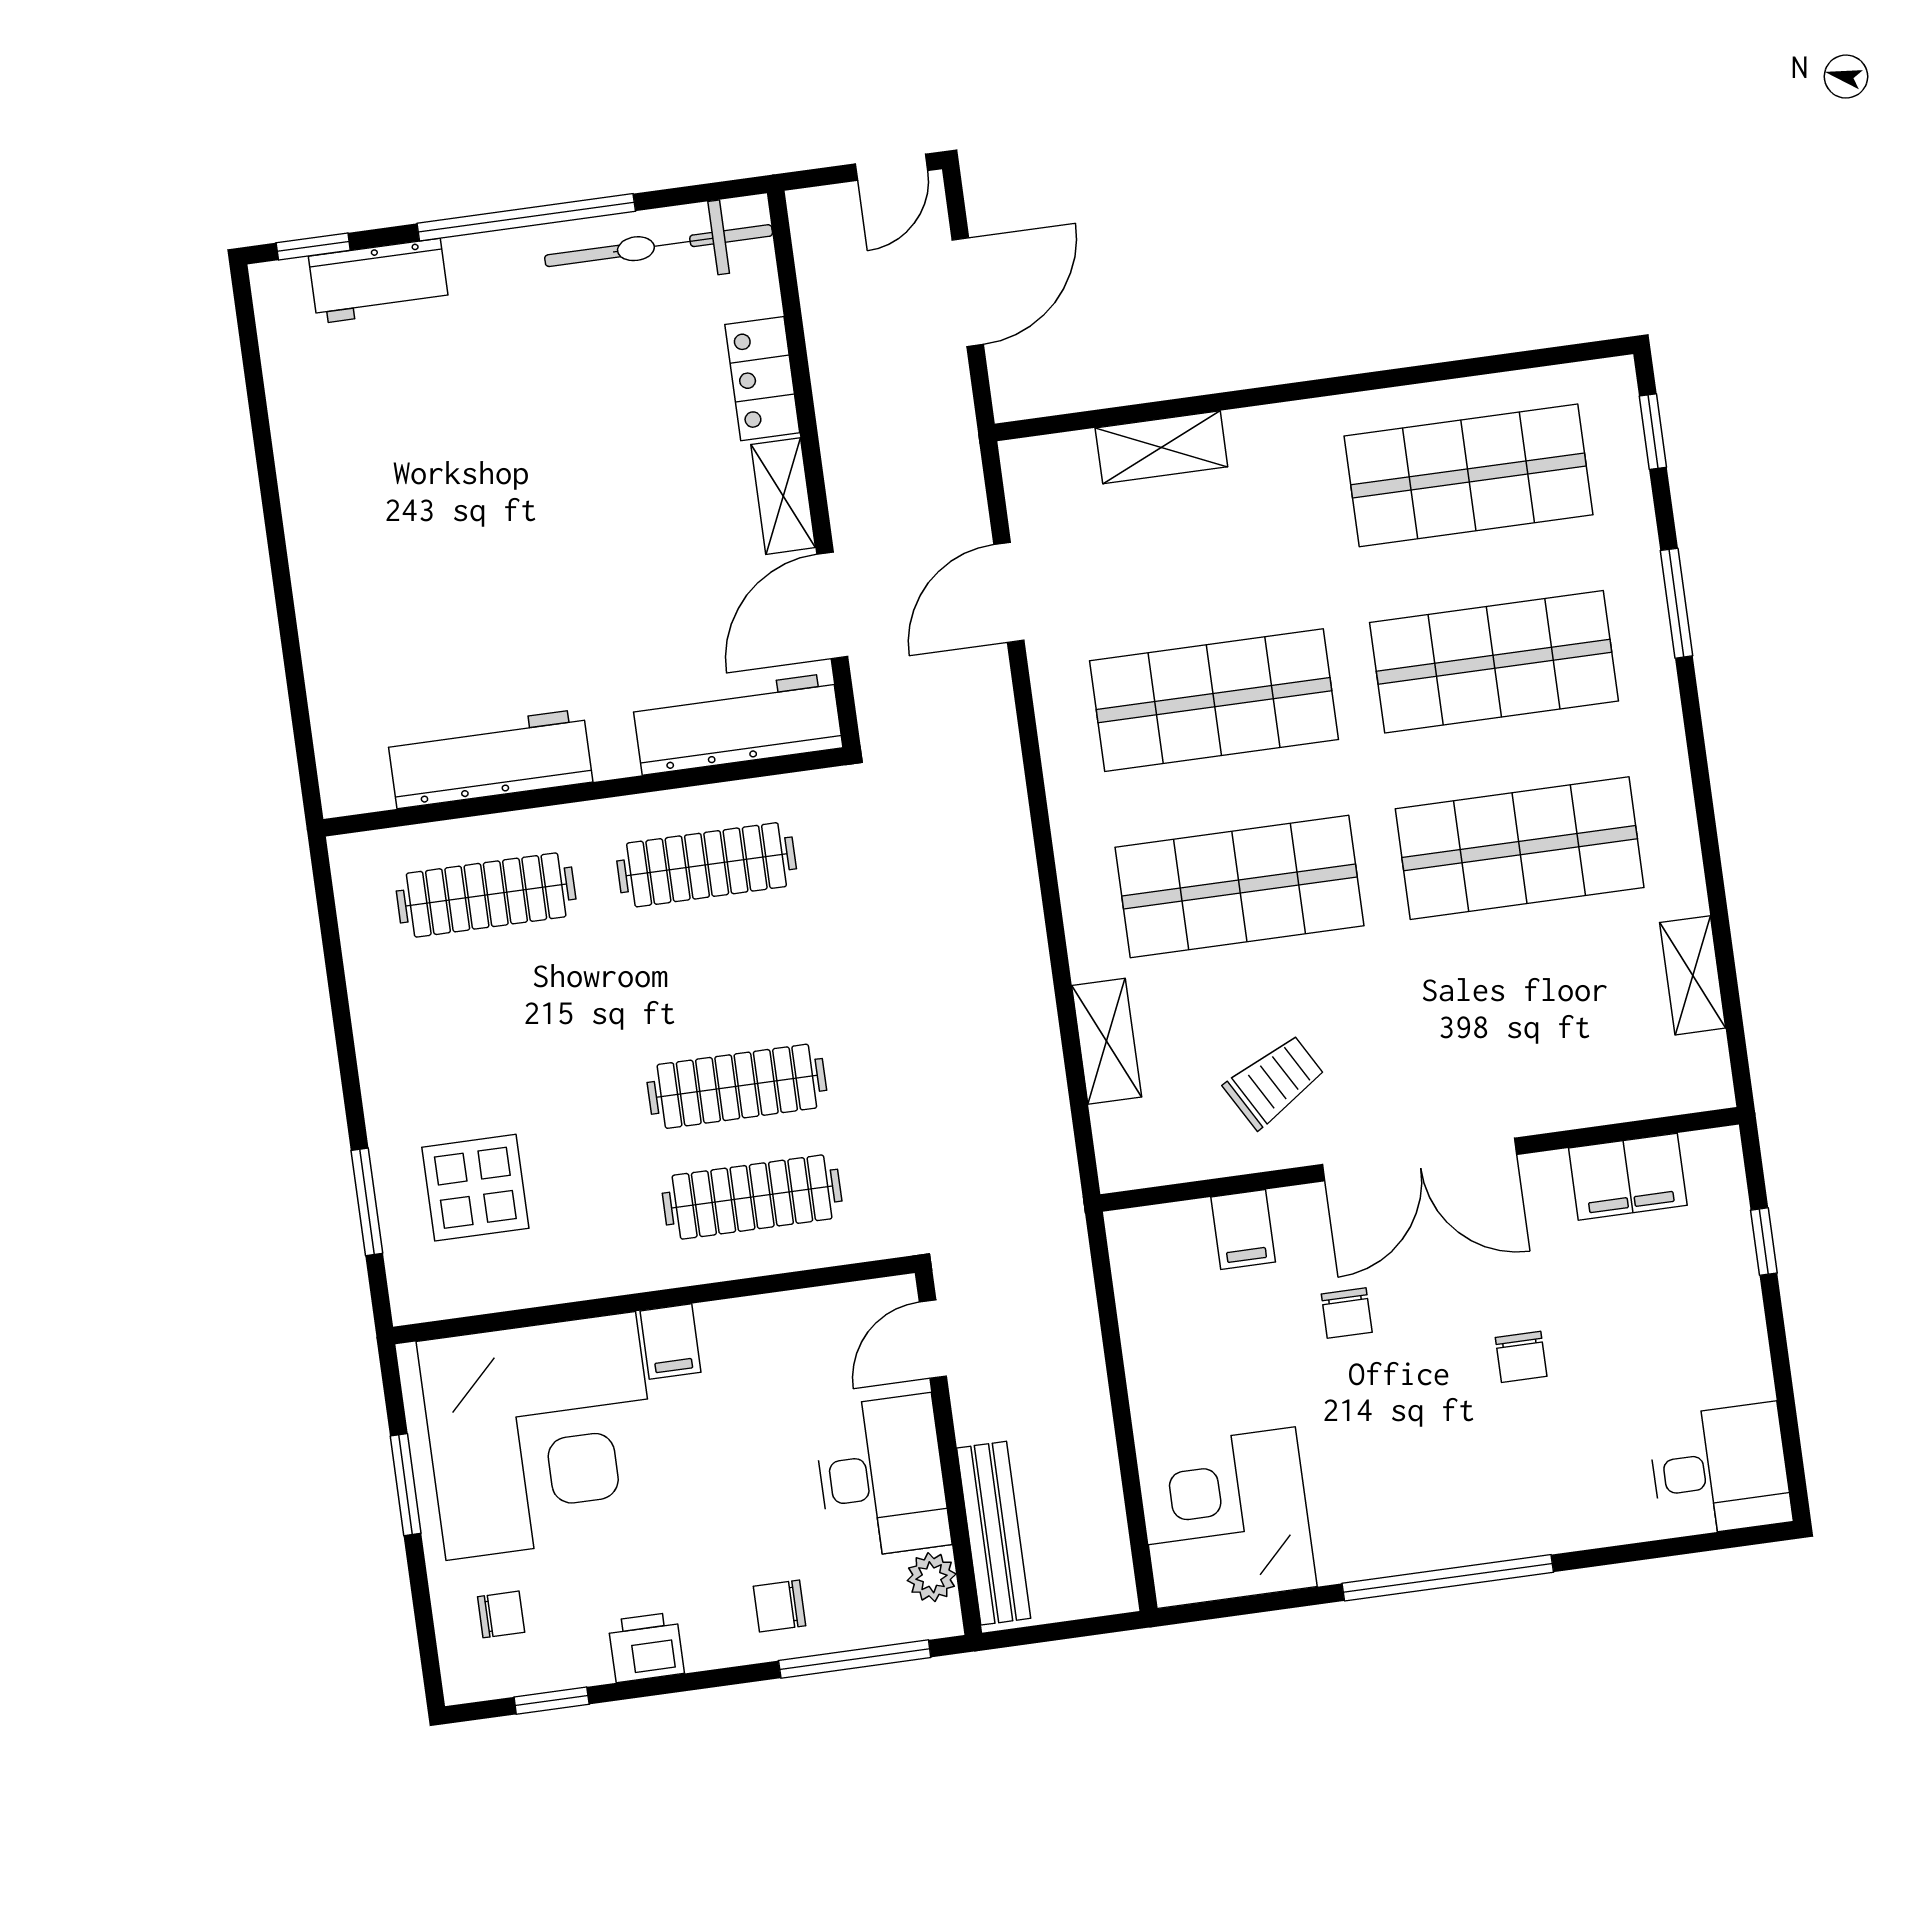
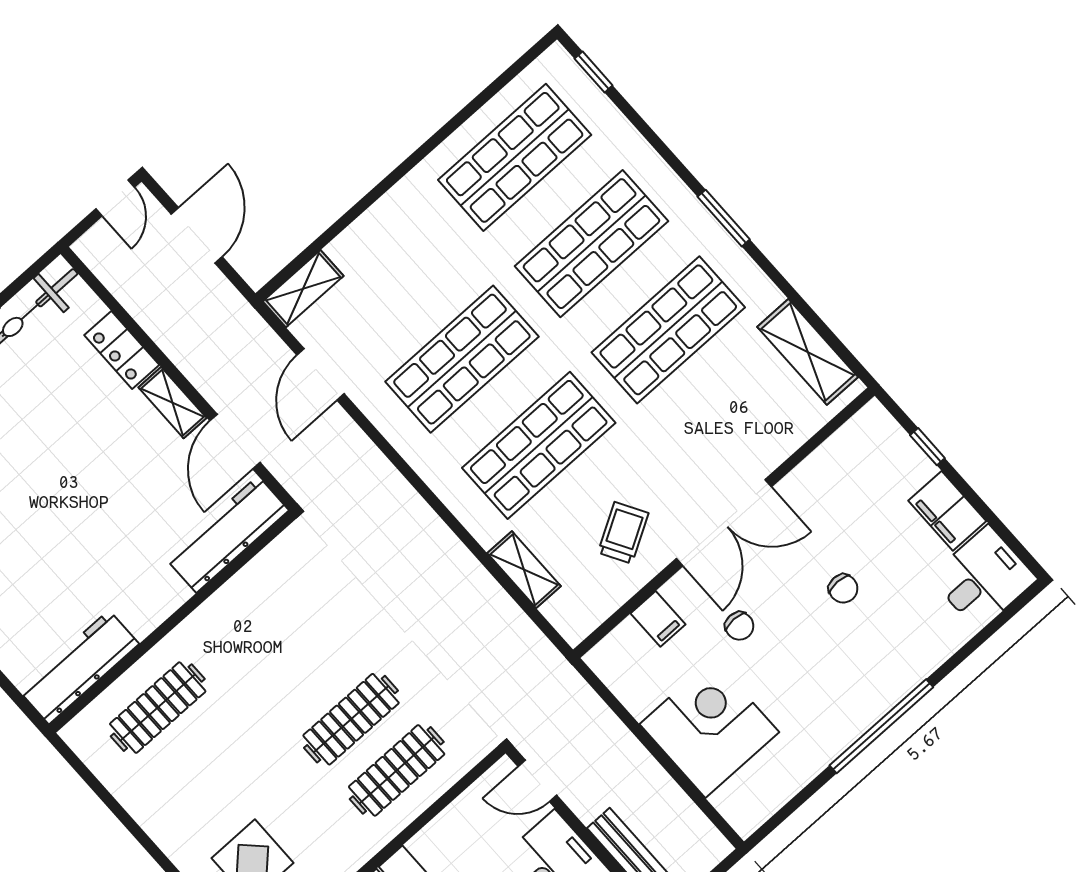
shelving: (1161, 447) -> (303, 289), moved
window: (1676, 603) -> (724, 218), moved
workbench: (490, 759) -> (79, 667), moved
clothes rail: (707, 865) -> (260, 617), removed
shelving: (1693, 975) -> (808, 352), width x1.50, depth x1.33
filing cabinet: (1628, 1177) -> (947, 511), moved, turned 90
door: (933, 1339) -> (537, 781), hinge flipped
corner desk: (1226, 1518) -> (709, 728), moved, turned 90

